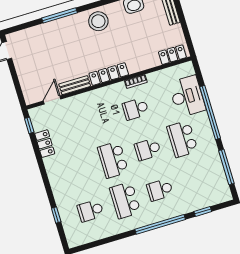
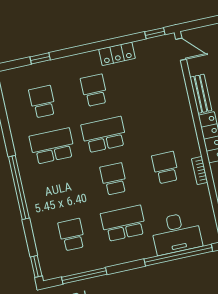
door: (52, 100) -> (181, 49), moved
window: (210, 113) -> (178, 255), moved
locker: (45, 144) -> (117, 54), moved
school desk: (78, 170) -> (94, 90), added
school desk: (160, 190) -> (72, 235), moved
window: (203, 212) -> (36, 266), moved

